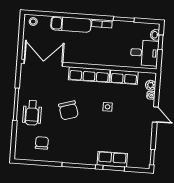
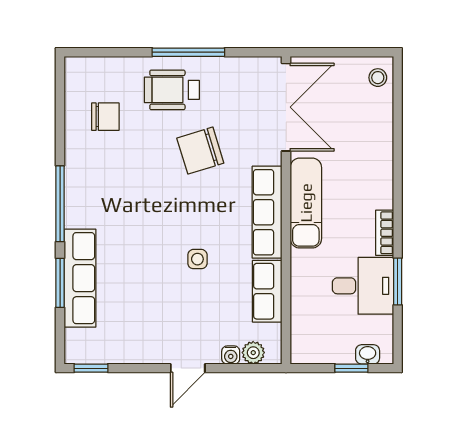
exam couch: (71, 24) -> (306, 203), moved, turned 180
desk: (144, 53) -> (363, 286), moved, turned -90
chair: (68, 110) -> (200, 151), moved
row of seats: (112, 159) -> (80, 278), width x1.48

